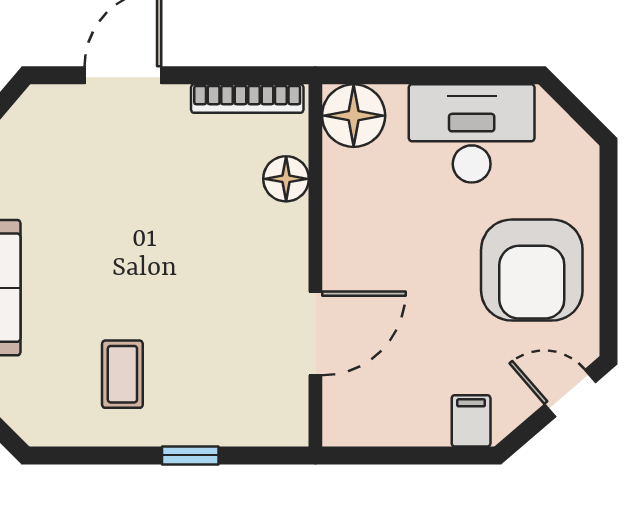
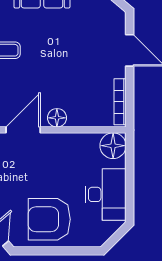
floor lamp: (286, 179) -> (57, 118), moved
door: (315, 333) -> (23, 130), swing flipped

